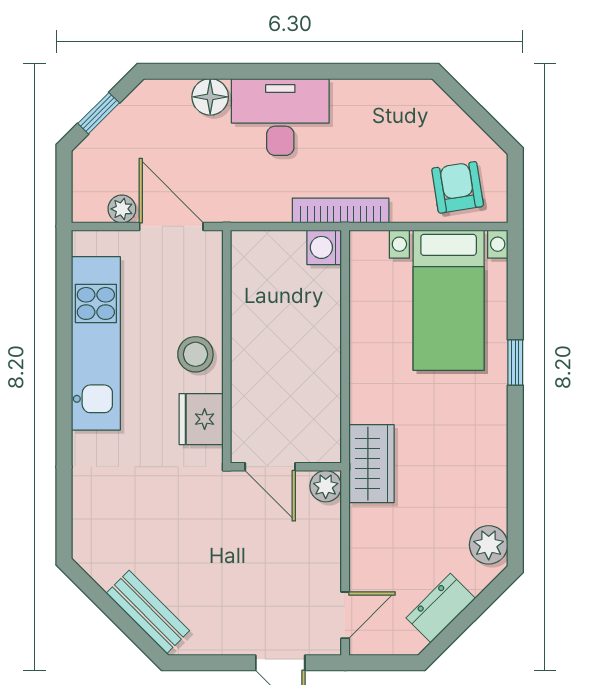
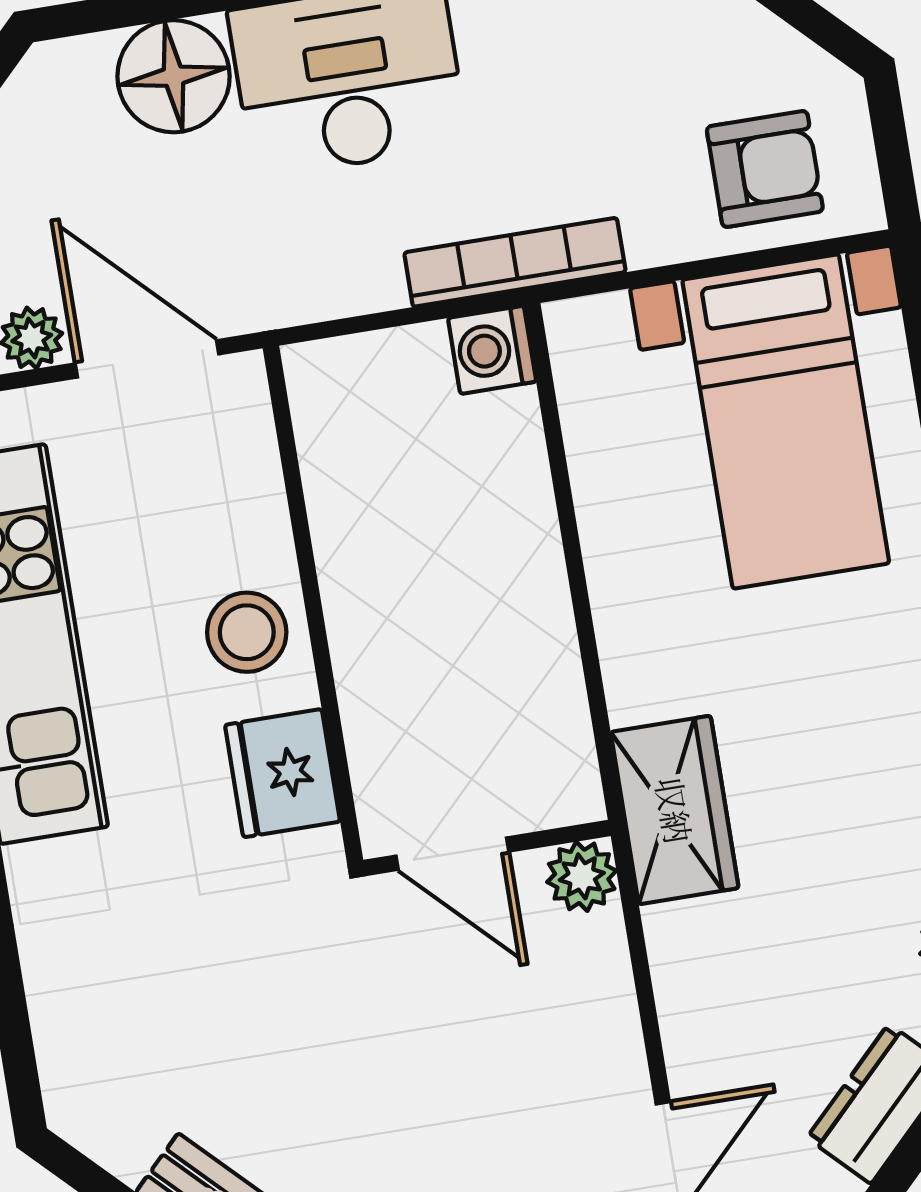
floor lamp: (210, 97) -> (174, 76), width x1.38, depth x1.38
armchair: (458, 187) -> (765, 169), turned 99

